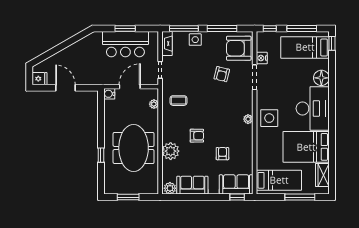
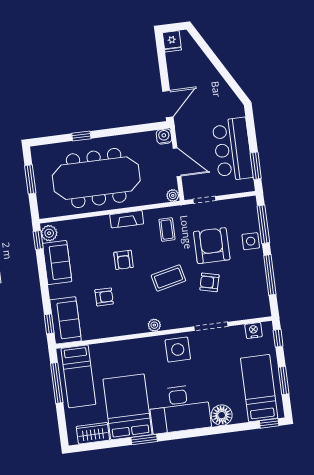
window: (125, 29) -> (256, 166), moved
window: (302, 29) -> (284, 381), width x0.69
fireplace: (167, 44) -> (127, 219), moved
armchair: (239, 48) -> (212, 246), moved
nightstand: (262, 58) -> (254, 330), moved
door: (65, 88) -> (168, 104), moved
plant: (154, 104) -> (173, 195), moved
coffee table: (215, 104) -> (168, 278), added
side table: (269, 118) -> (178, 350), moved
window: (332, 138) -> (144, 440), added
meeting table: (134, 148) -> (96, 178), width x1.36
plant: (171, 151) -> (98, 228), removed
window: (174, 197) -> (38, 240), added
window: (300, 197) -> (57, 383), moved

